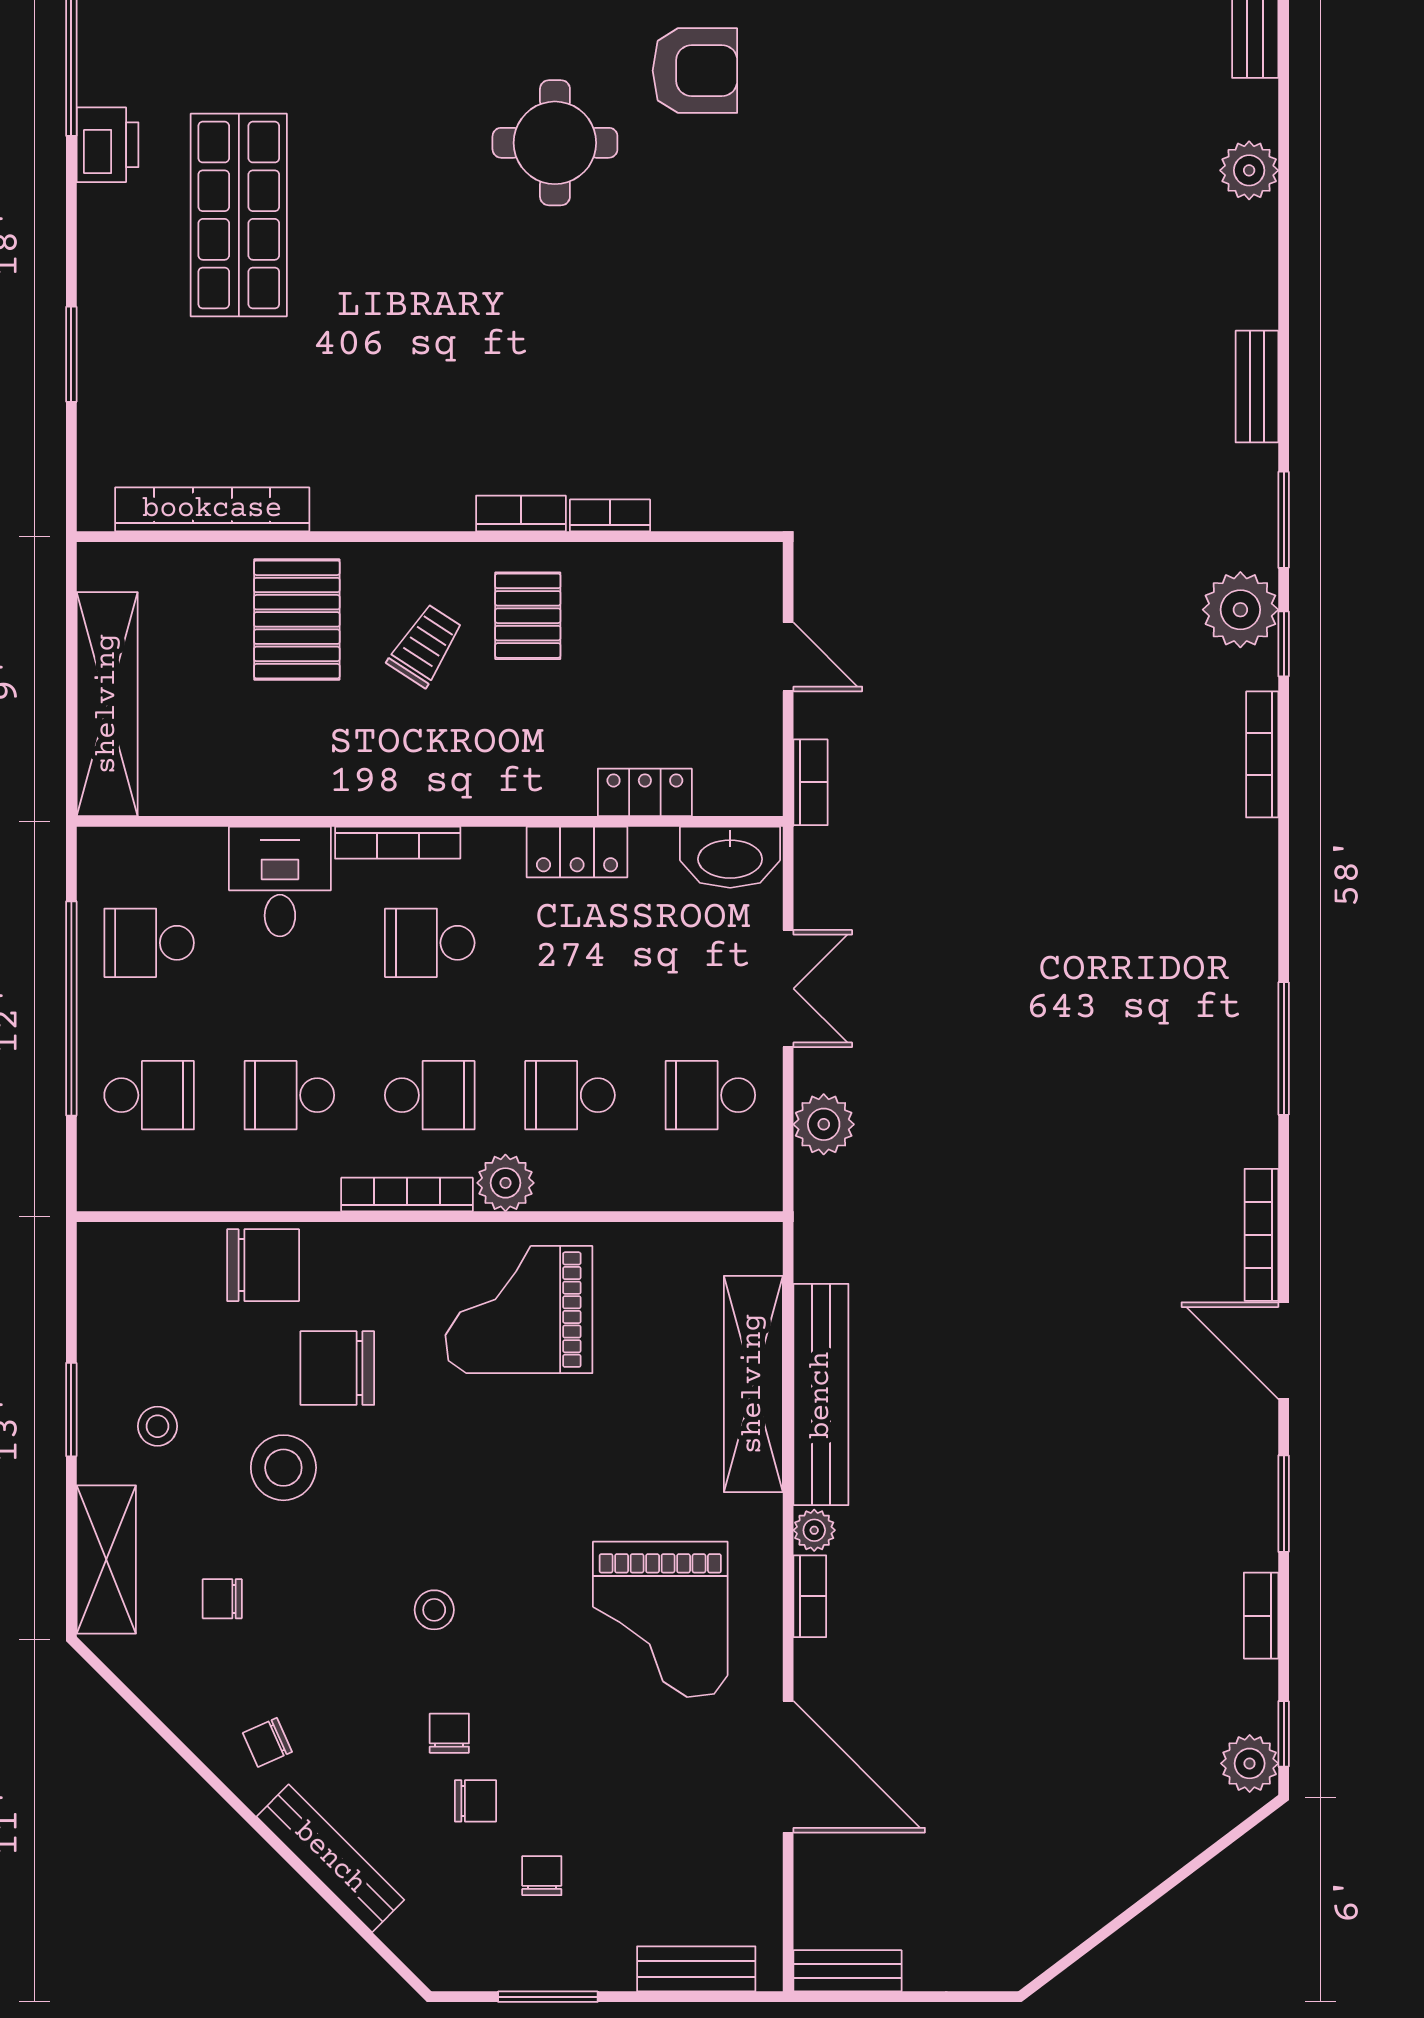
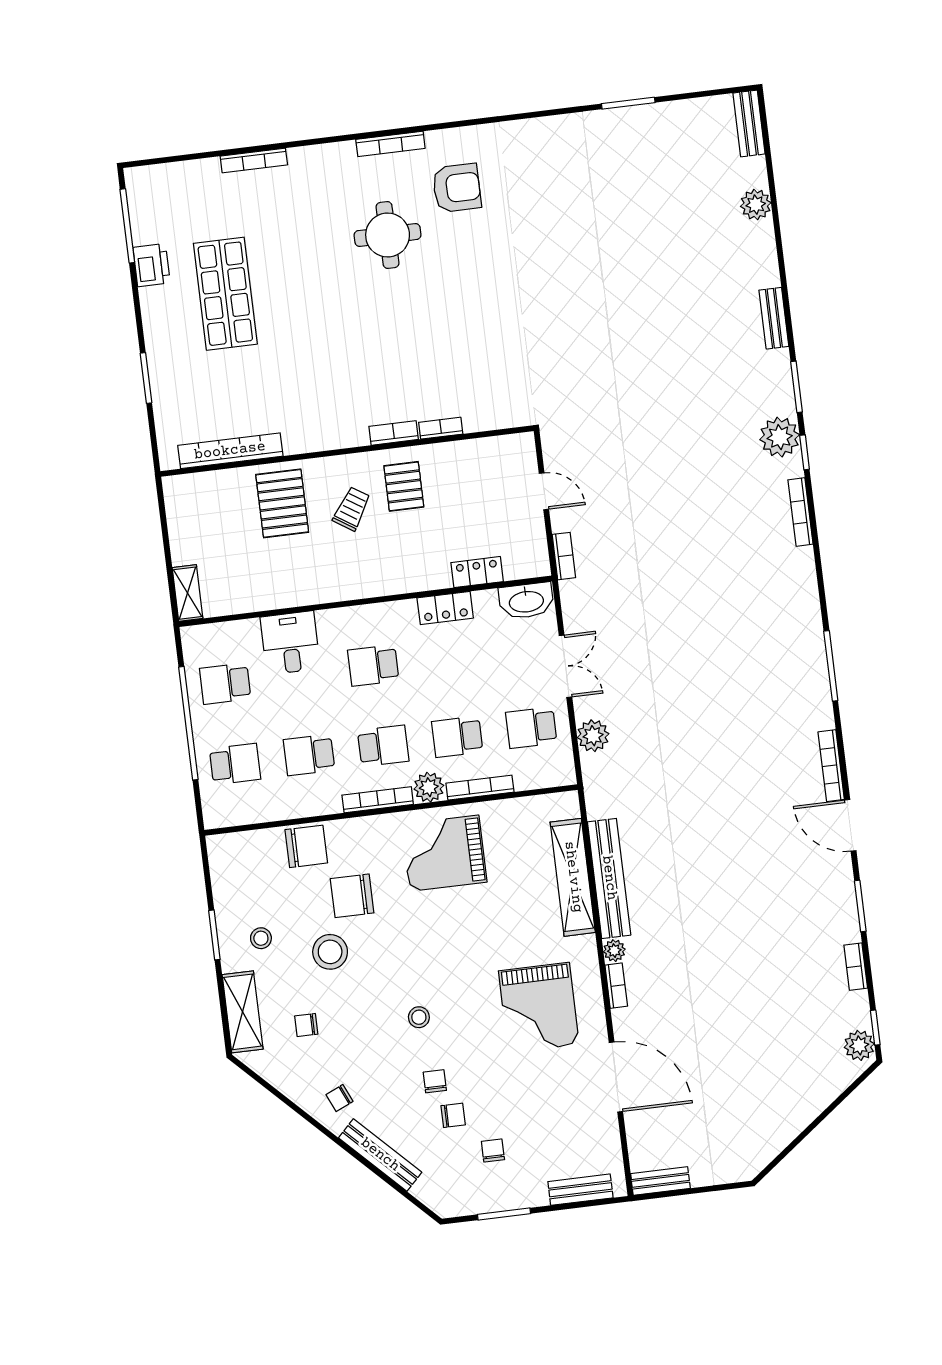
shelving: (107, 704) -> (187, 593), width x0.45, depth x0.75
bookcase: (398, 843) -> (480, 788), moved, turned 180

